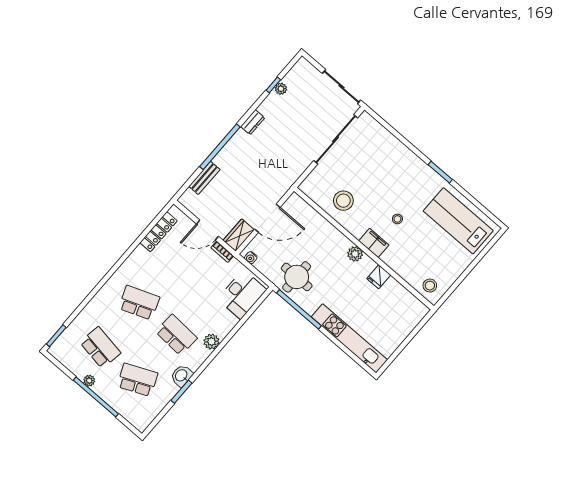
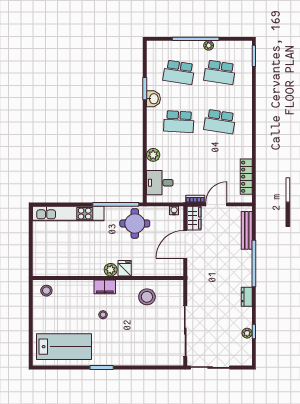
bench: (204, 178) -> (247, 230), width x1.36
fridge: (379, 277) -> (125, 268), moved
desk: (242, 294) -> (160, 183), width x0.73
school desk: (139, 303) -> (220, 122), turned 30
plant: (211, 342) -> (153, 155), moved
school desk: (137, 380) -> (179, 72), turned 33

